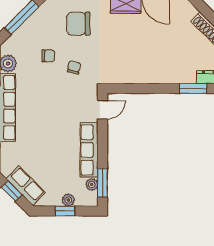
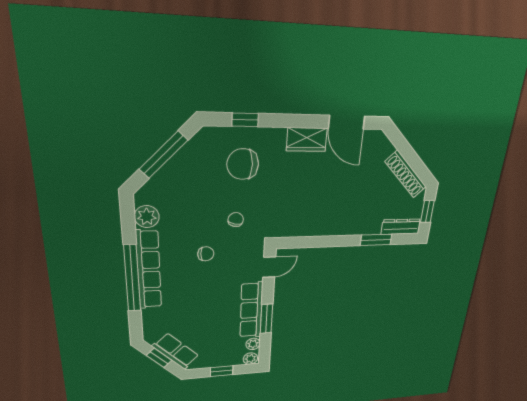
chair: (48, 56) -> (206, 254), moved
window: (103, 183) -> (266, 319), moved
plant: (68, 200) -> (250, 359), moved

